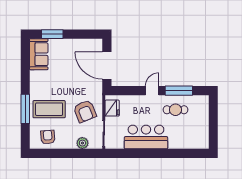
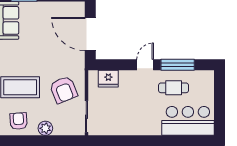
fridge: (112, 108) -> (108, 79), moved, turned 90
bar counter: (146, 137) -> (188, 121), moved
plant: (82, 143) -> (45, 128), moved

